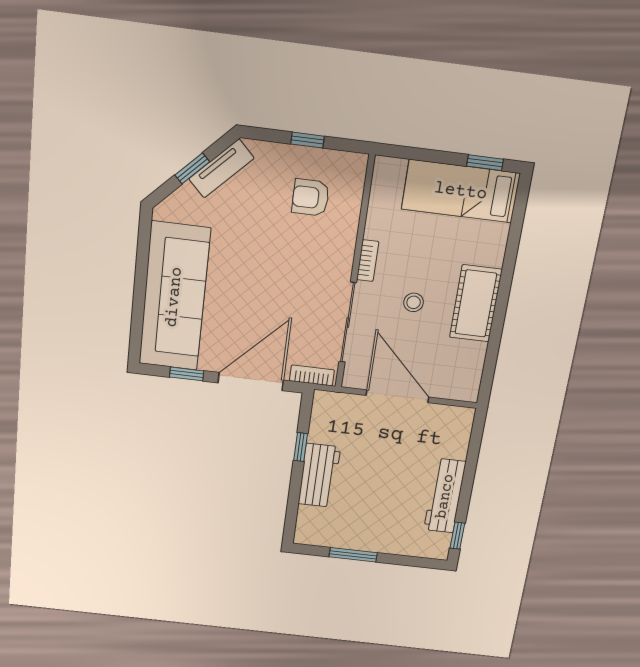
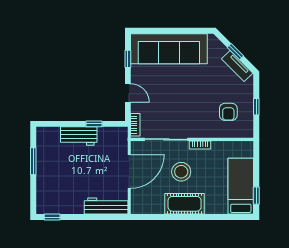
armchair: (311, 198) -> (228, 112), turned 180
stool: (414, 302) -> (181, 172), width x1.89, depth x1.89
door: (251, 381) -> (128, 93), width x0.53
workbench: (445, 496) -> (106, 206), moved

